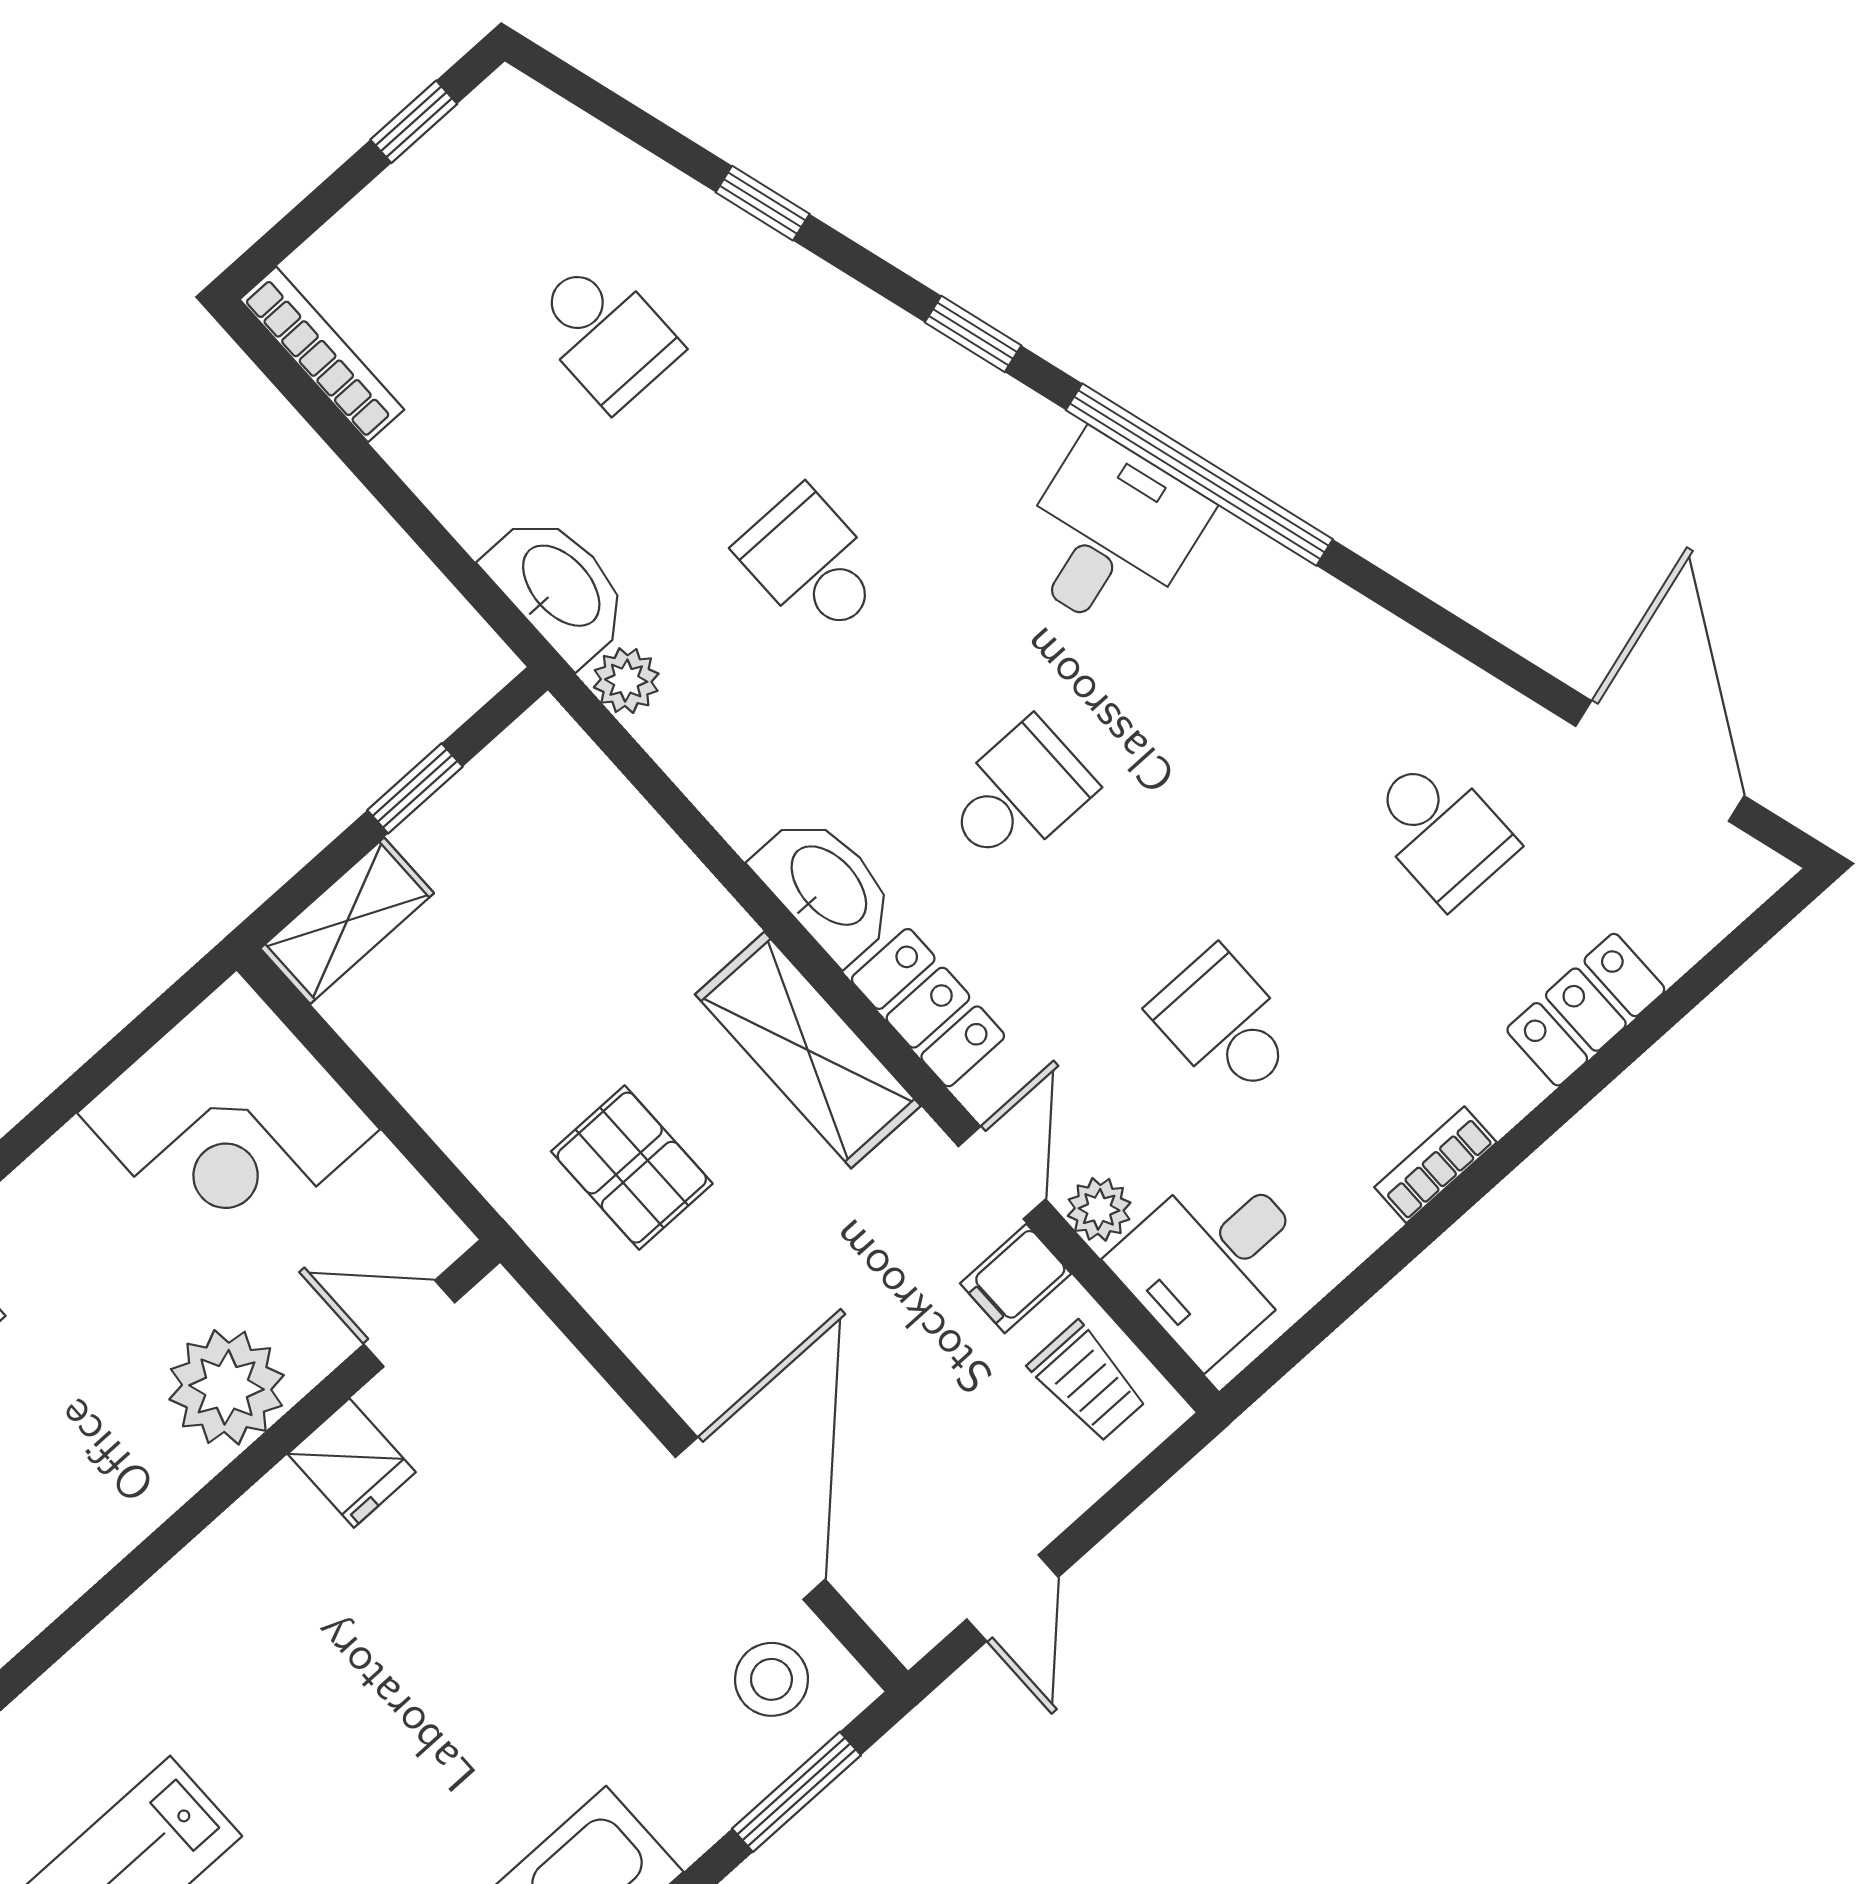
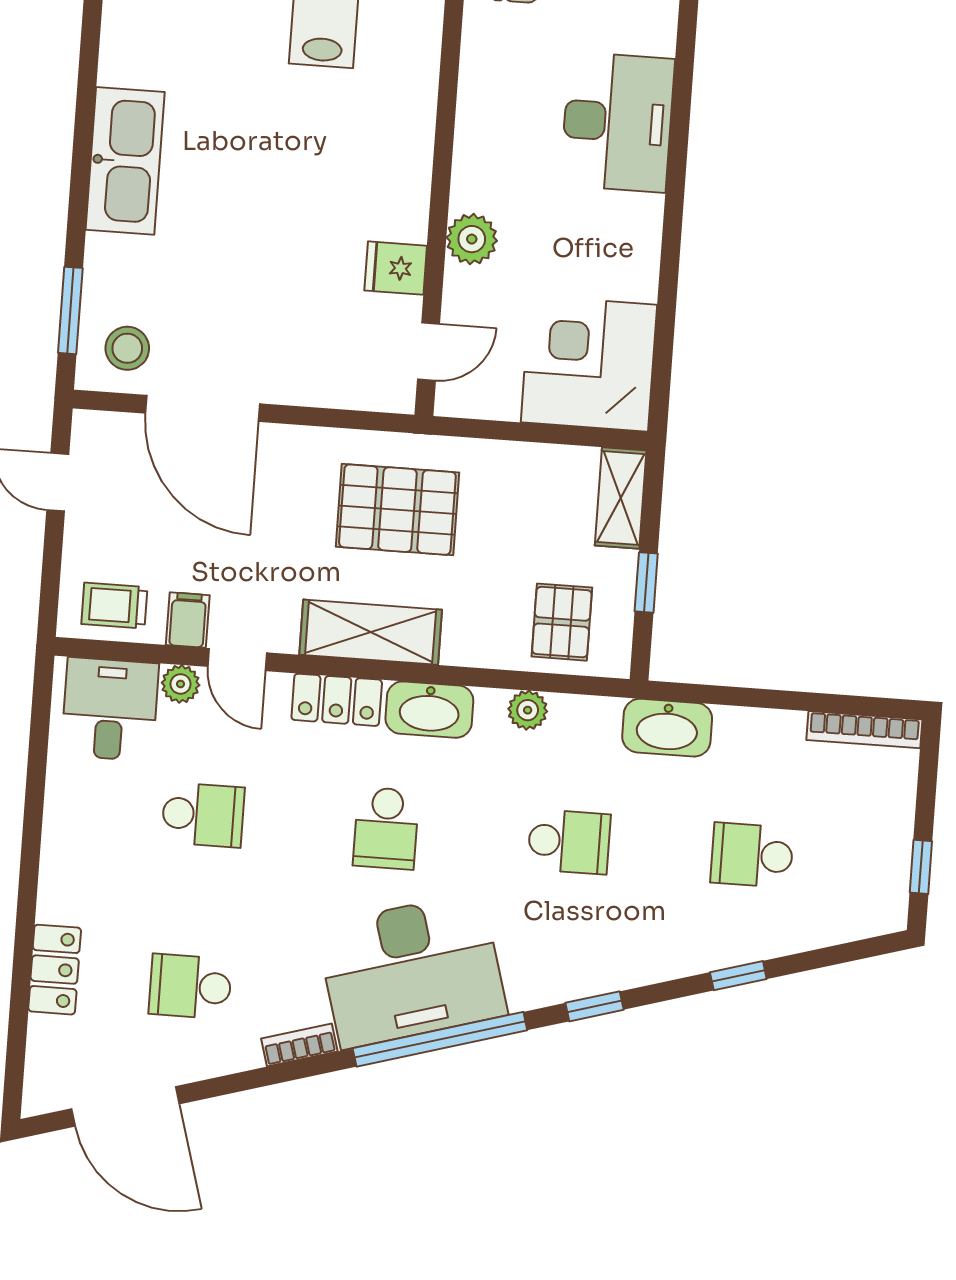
desk: (1109, 535) -> (411, 970), width x1.87, depth x1.30
plant: (626, 681) -> (528, 710), moved
pallet: (564, 839) -> (562, 622), added
bookcase: (1435, 1165) -> (299, 1045), moved, turned -106
pallet: (632, 1168) -> (397, 510), width x1.50, depth x1.42
plant: (227, 1387) -> (472, 239), width x0.73, depth x0.73

